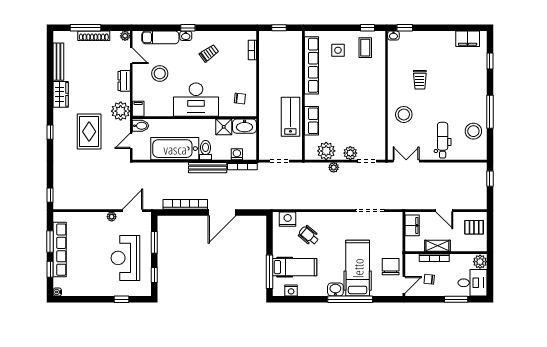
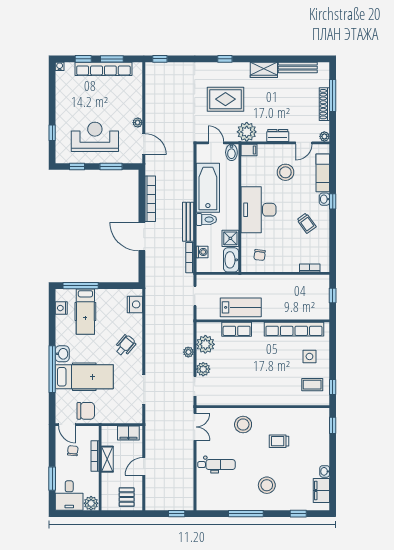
washbasin: (393, 36) -> (325, 471), moved
stool: (473, 131) -> (267, 485), moved
wheelchair: (309, 236) -> (125, 346), moved

